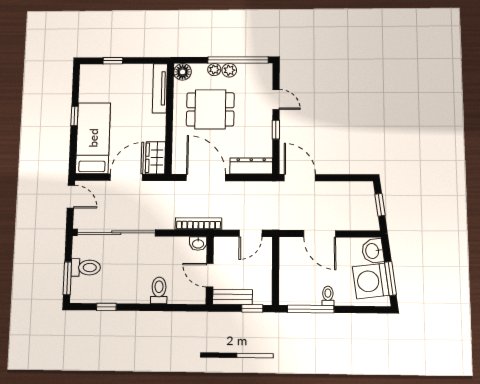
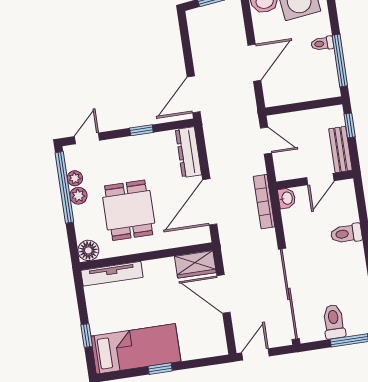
plant: (214, 70) -> (75, 178), moved
door: (276, 99) -> (87, 138), moved
bed: (93, 138) -> (136, 349), moved, turned 180

